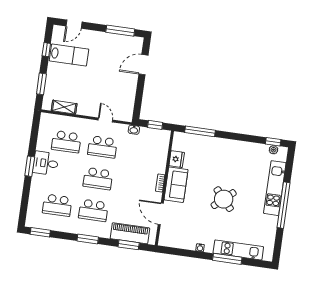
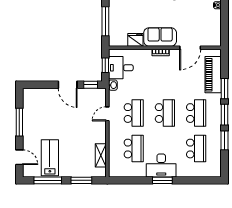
window: (120, 31) -> (19, 122), moved
window: (46, 50) -> (48, 180), width x2.17
door: (143, 65) -> (68, 85), moved
window: (137, 107) -> (91, 85), added
desk: (150, 140) -> (121, 68), added
desk: (46, 163) -> (161, 165), width x1.37
window: (40, 232) -> (224, 140), moved
window: (129, 245) -> (224, 89), moved

